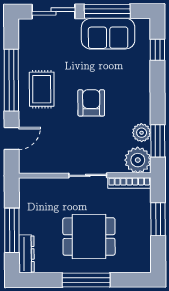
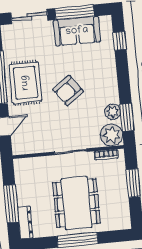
rug: (42, 89) -> (25, 83), width x1.36, depth x1.43
armchair: (91, 103) -> (68, 90), turned -127
bookcase: (129, 183) -> (106, 155), width x0.64
dining table: (89, 237) -> (76, 203), width x1.38

